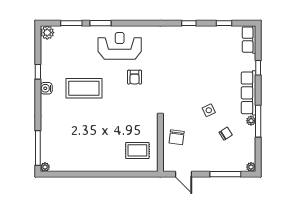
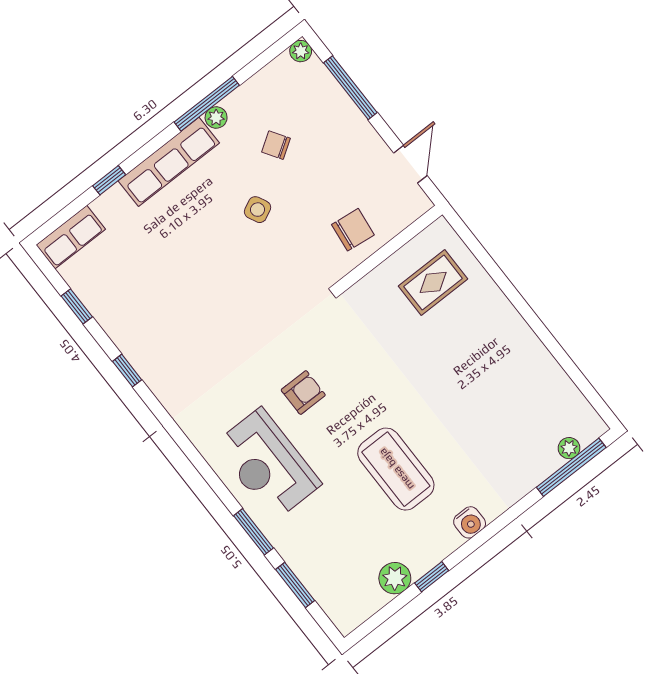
plant: (47, 33) -> (395, 578), moved
water cooler: (46, 88) -> (470, 522), moved
rug: (137, 150) -> (433, 282), turned 90
plant: (45, 167) -> (569, 448), moved

